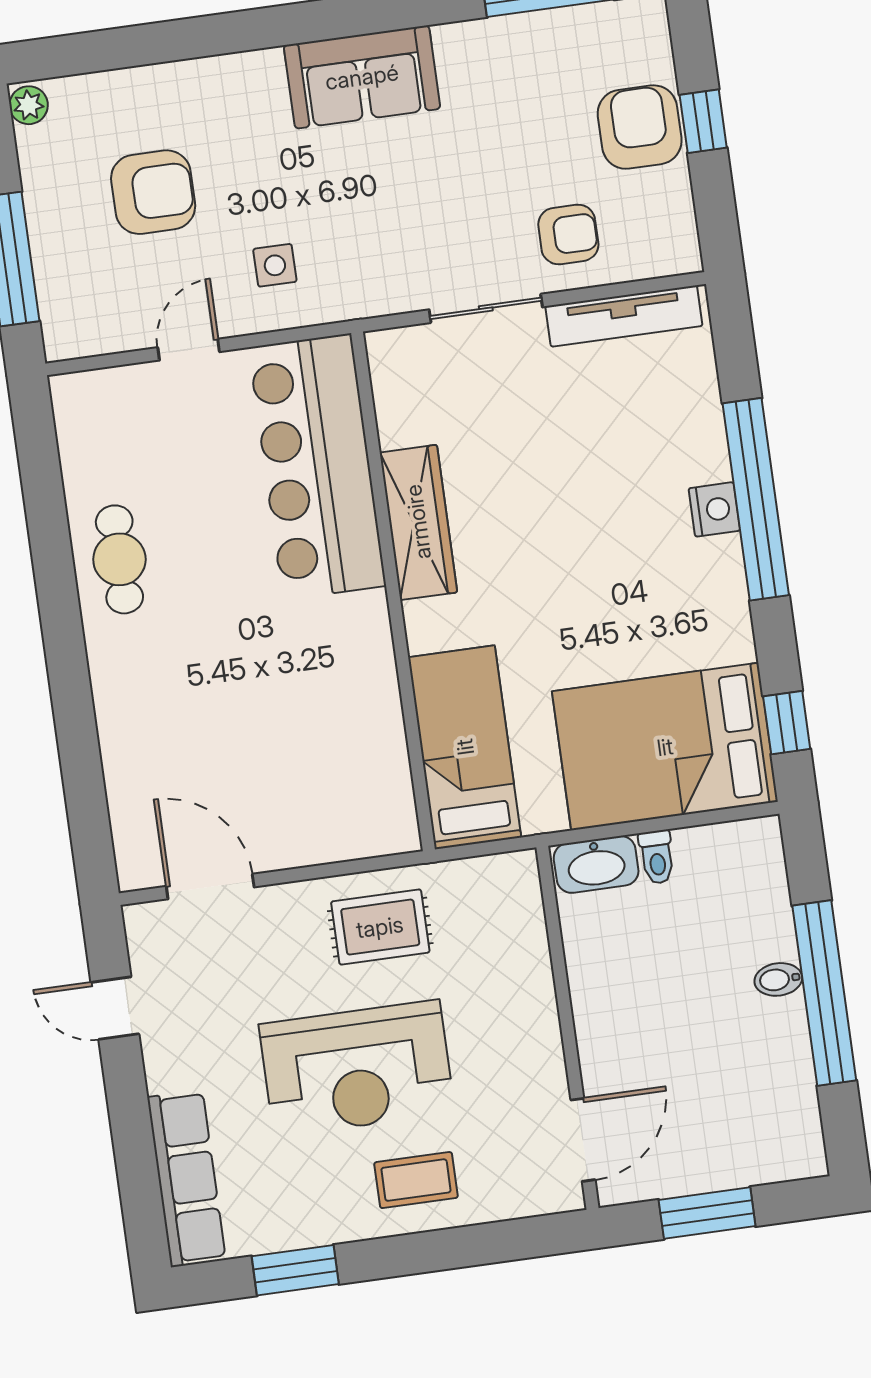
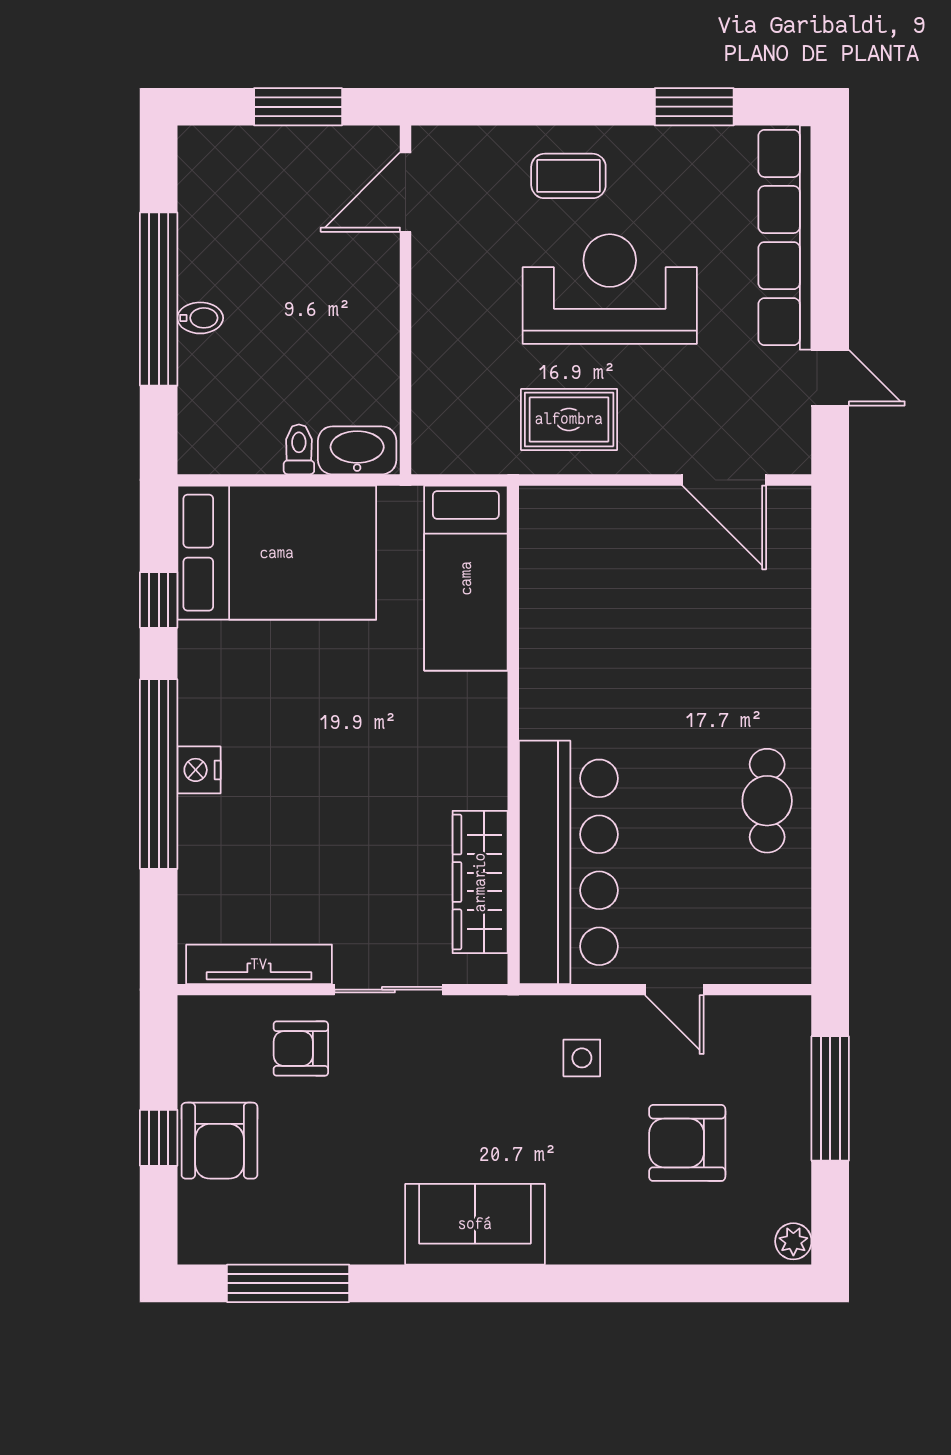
door: (189, 350) -> (674, 990), hinge flipped
wardrobe: (418, 522) -> (480, 882), moved
window: (787, 723) -> (159, 600), moved
row of seats: (186, 1178) -> (785, 238), width x1.36

